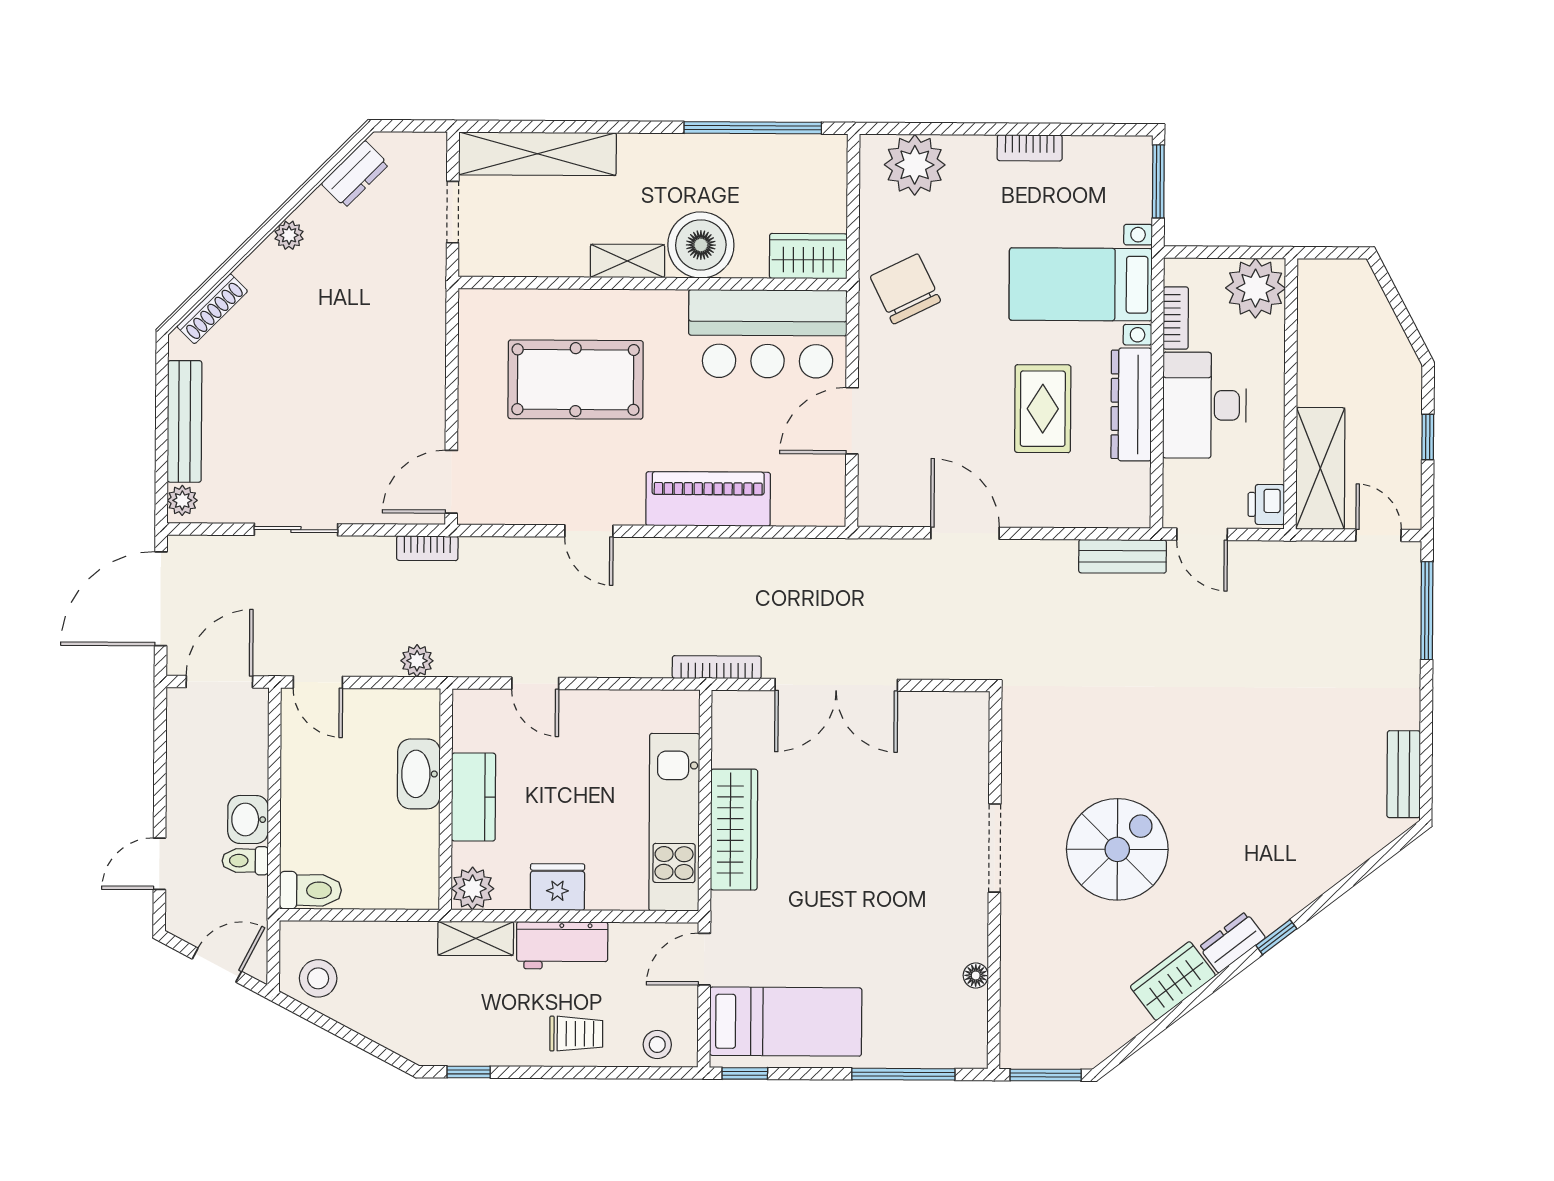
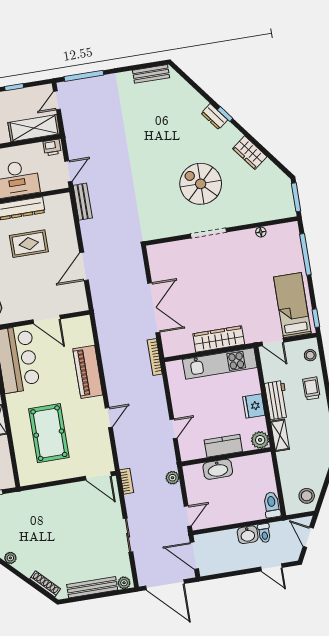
dresser: (1232, 942) -> (214, 117), moved

